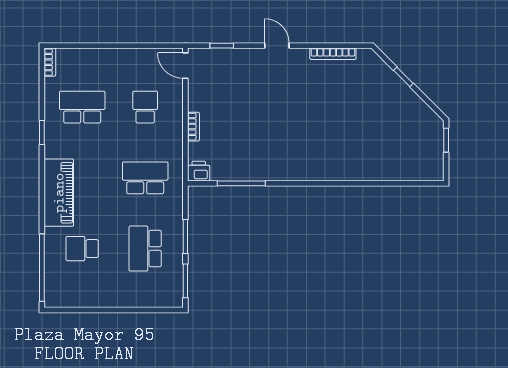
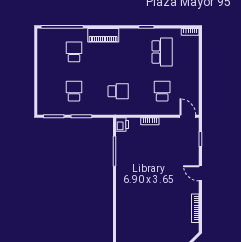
door: (277, 46) -> (200, 173), swing flipped
door: (185, 66) -> (188, 116), hinge flipped
school desk: (145, 107) -> (162, 91), turned -90
school desk: (145, 178) -> (118, 91), width x0.54
piano: (59, 193) -> (103, 35), width x0.73, depth x0.75
school desk: (145, 249) -> (74, 91), width x0.54

